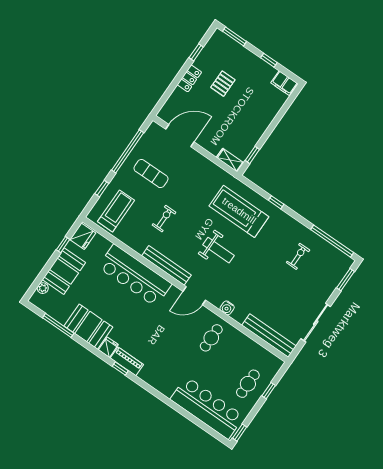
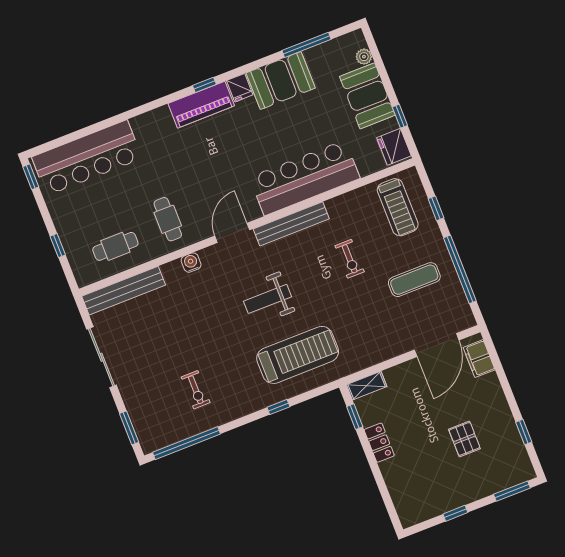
locker: (189, 78) -> (379, 443), moved, turned 180
filing cabinet: (284, 83) -> (479, 359), moved, turned -90
piano: (127, 361) -> (201, 105), width x1.37, depth x1.33
cafe table: (248, 384) -> (115, 246), moved, turned 90

